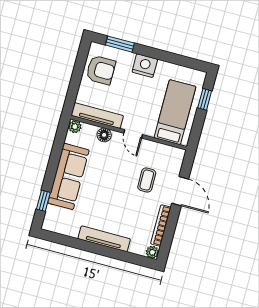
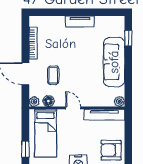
floor lamp: (104, 135) -> (49, 101), moved
tv unit: (104, 239) -> (80, 21), width x0.71
plant: (152, 252) -> (34, 102), moved

